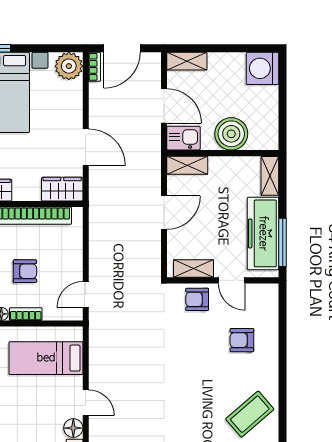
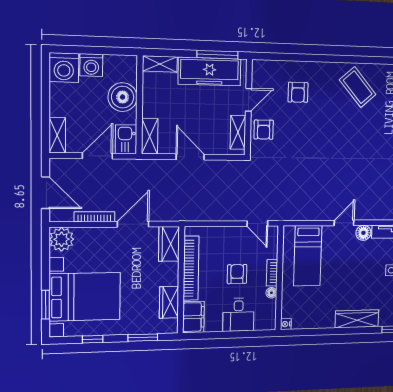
bookcase: (94, 67) -> (94, 217), moved, width x1.56
washing machine: (266, 99) -> (91, 65), added

